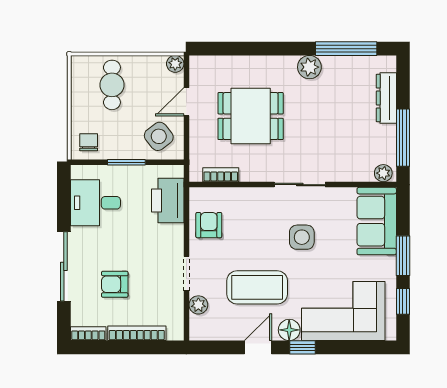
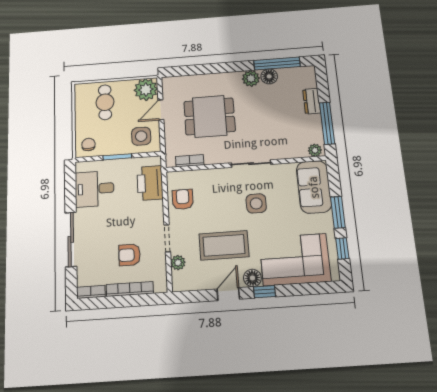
plant: (175, 64) -> (146, 90), width x1.87, depth x1.87
floor lamp: (334, 66) -> (269, 76), added
dresser: (386, 98) -> (312, 101), width x0.70
side table: (159, 136) -> (141, 136), turned 38
armchair: (115, 284) -> (129, 255), moved

